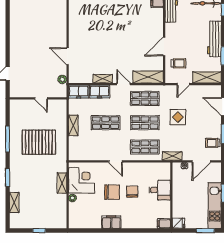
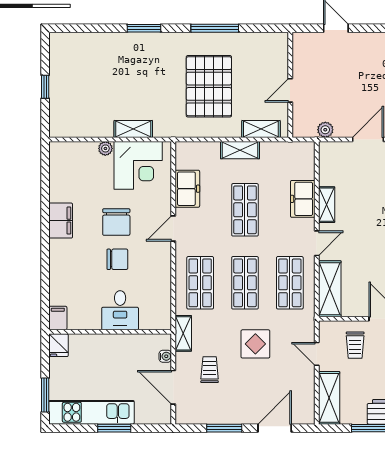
freezer: (79, 92) -> (187, 189), moved, turned 180
trolley: (213, 143) -> (210, 370), moved
shelving: (14, 202) -> (261, 129), moved

